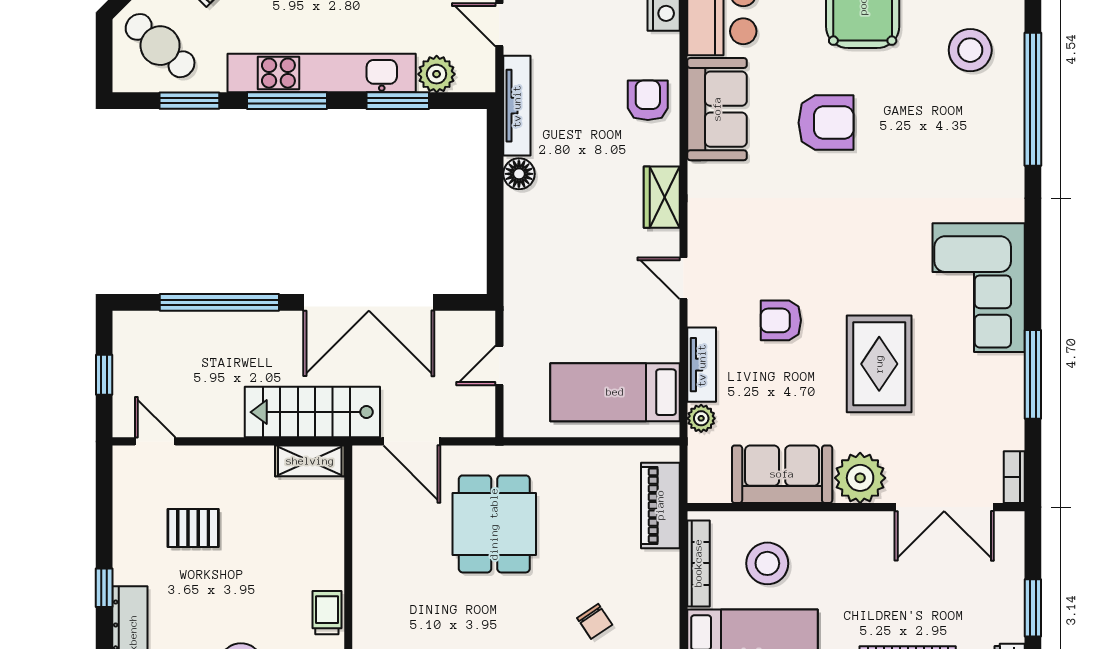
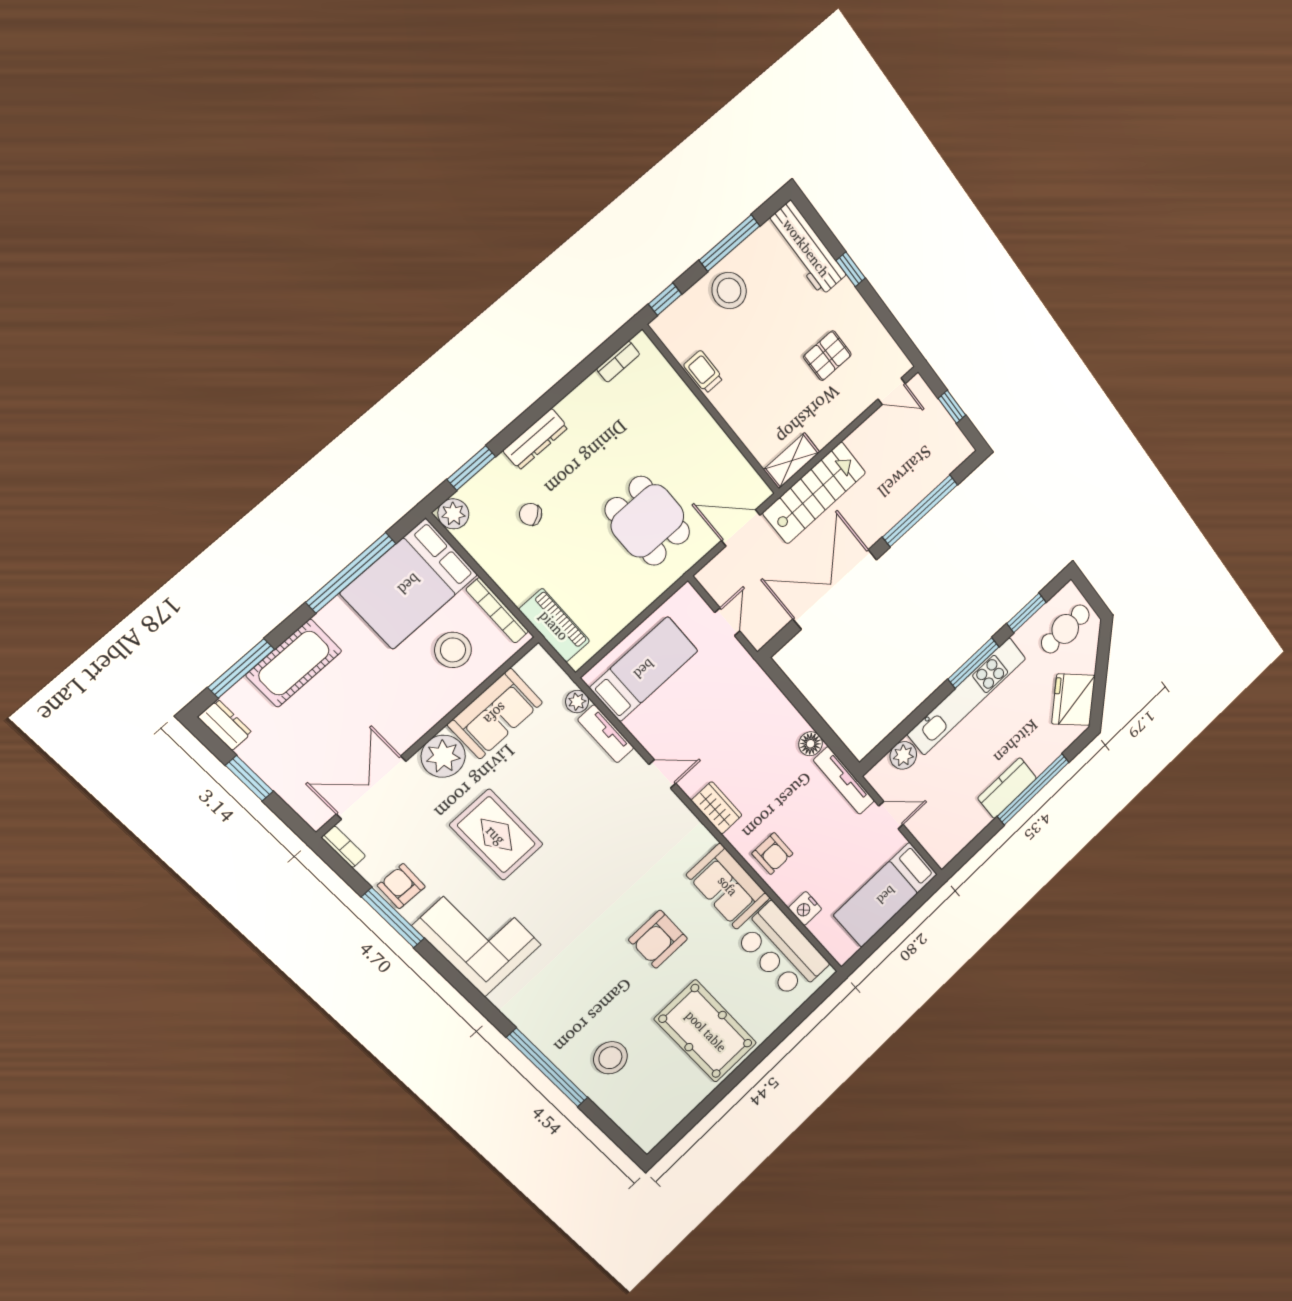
cafe table: (160, 46) -> (1065, 629), turned -41
window: (398, 101) -> (913, 720), removed
armchair: (781, 320) -> (401, 886), moved, turned -88
trolley: (327, 613) -> (703, 372), turned 180

